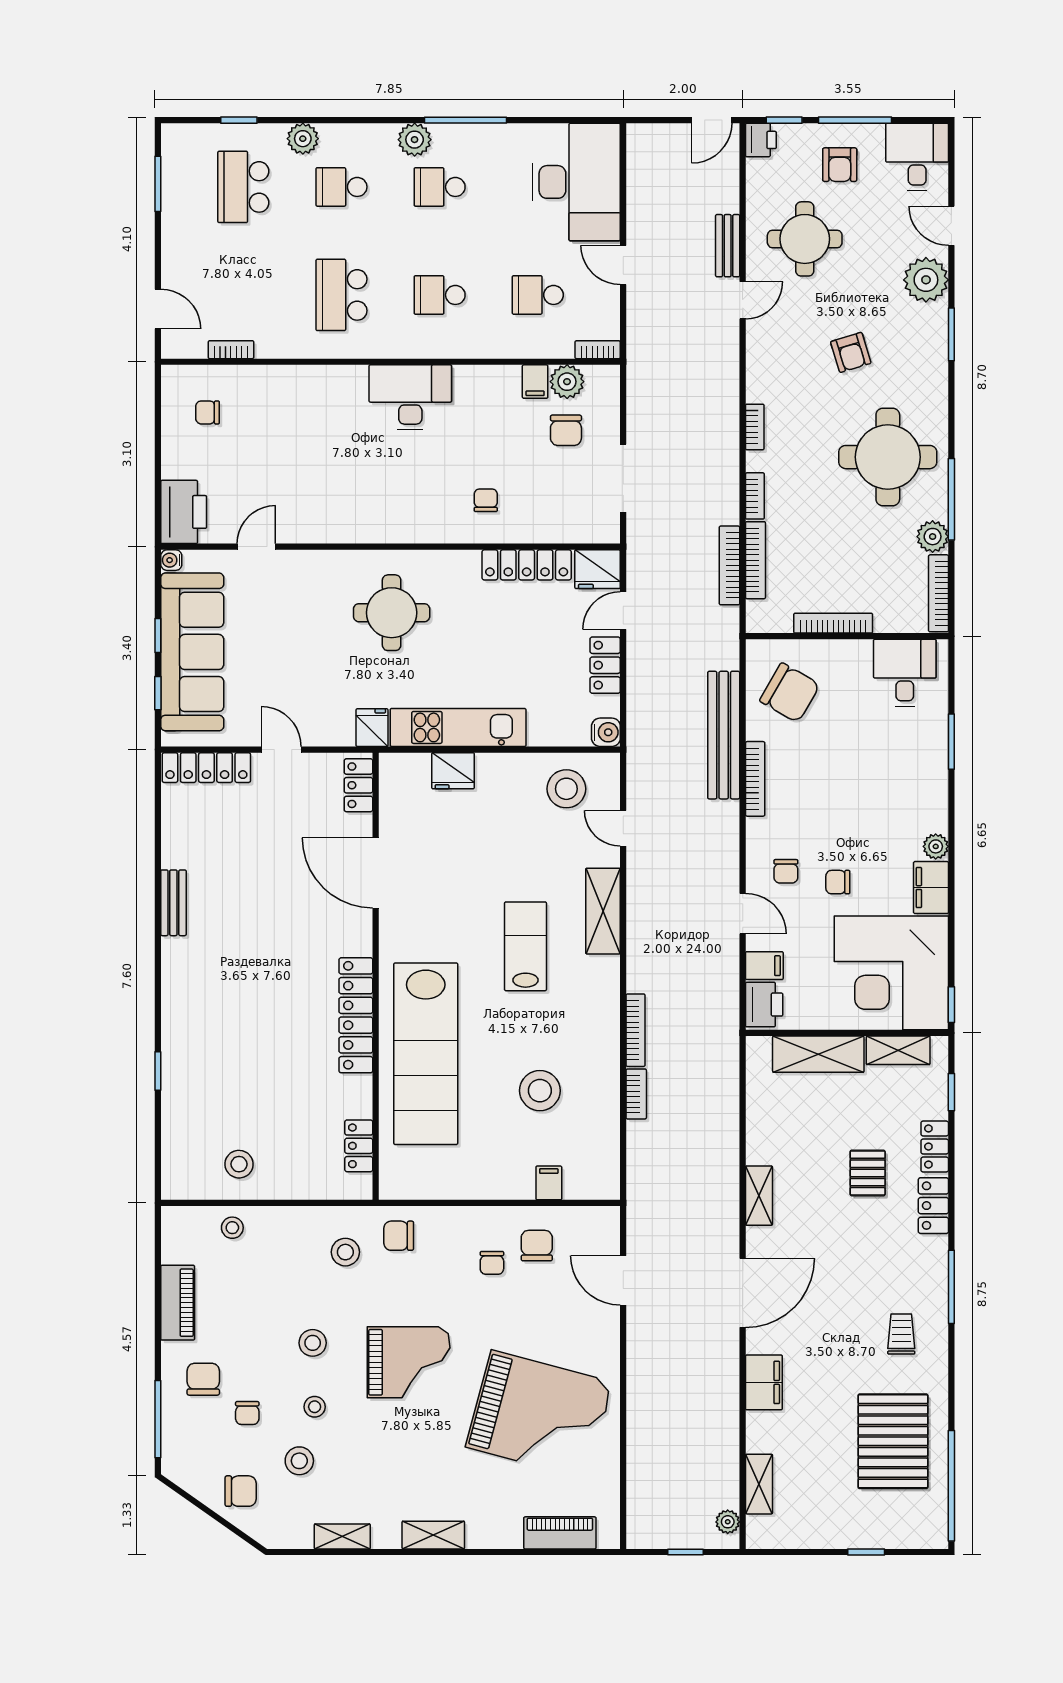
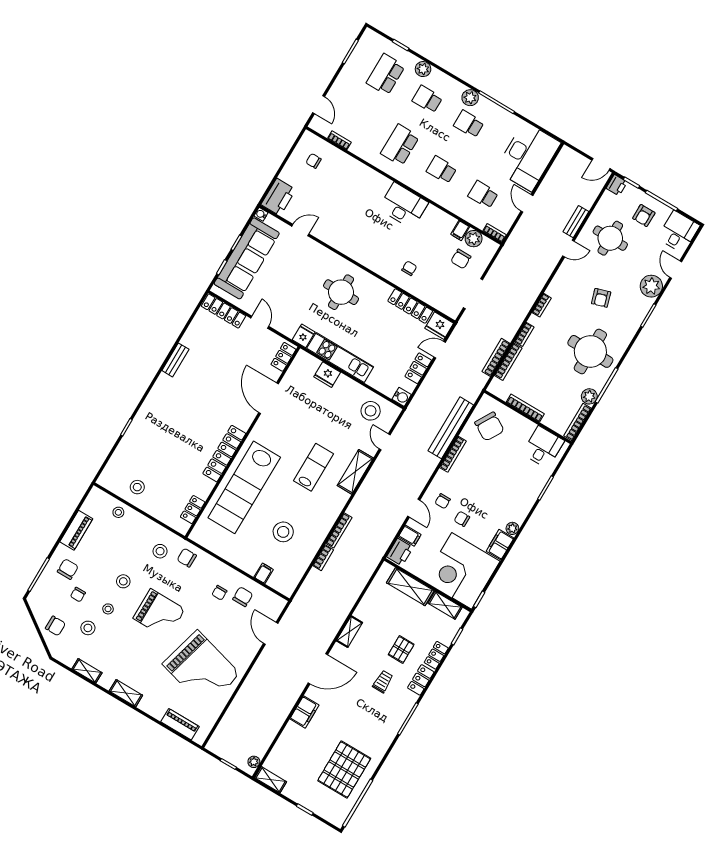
trolley: (901, 1334) -> (383, 682), moved
shelving: (759, 1484) -> (271, 780), moved, turned 90

